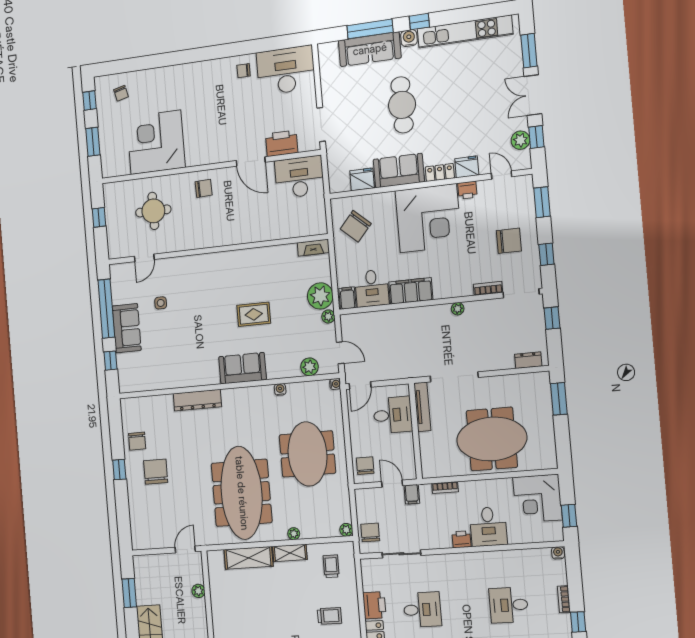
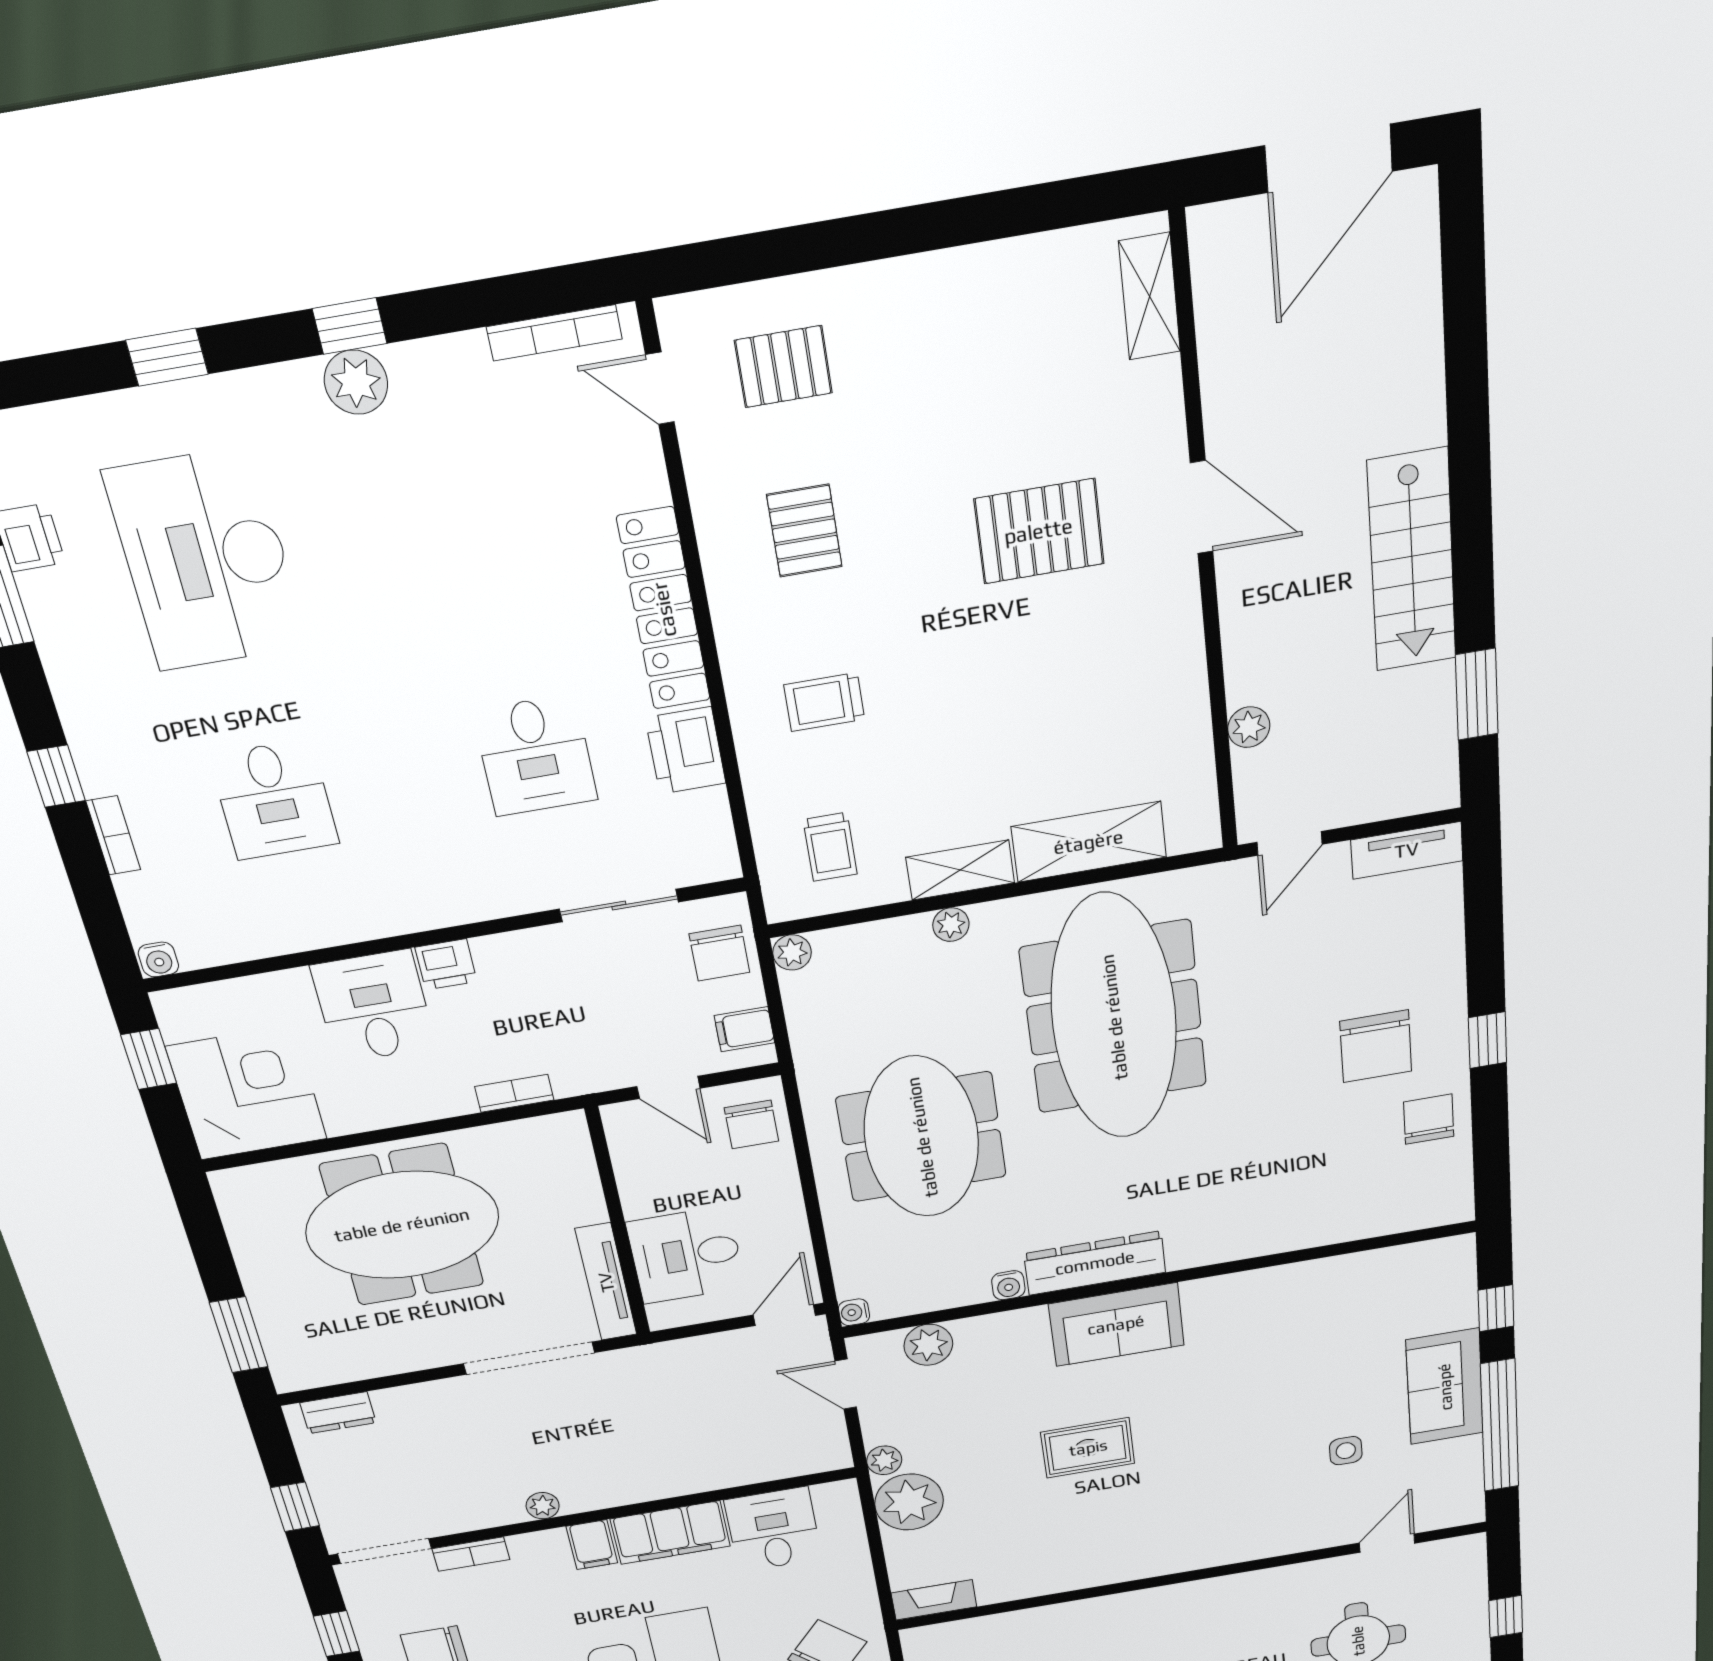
filing cabinet: (347, 298) -> (592, 1545), moved
dresser: (197, 400) -> (1095, 1263), moved
filing cabinet: (412, 494) -> (744, 1029), moved, turned -90
tv unit: (148, 542) -> (1407, 850), added
desk: (509, 605) -> (274, 800), turned 90
desk: (422, 610) -> (535, 755), turned -90

